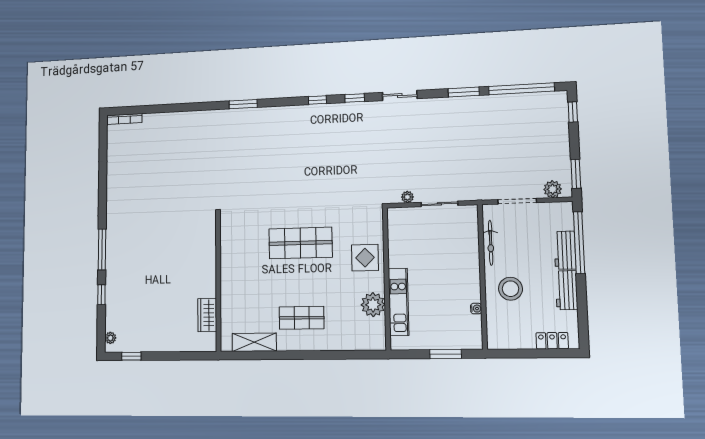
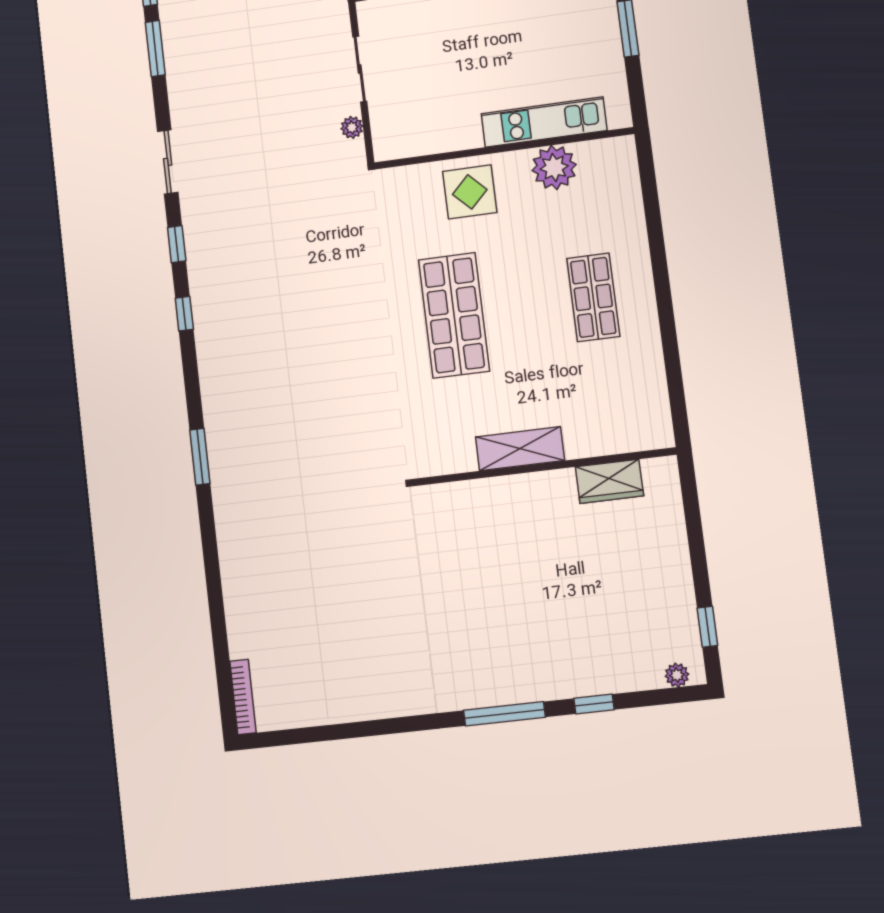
shelving: (254, 342) -> (520, 449), moved, turned 90

